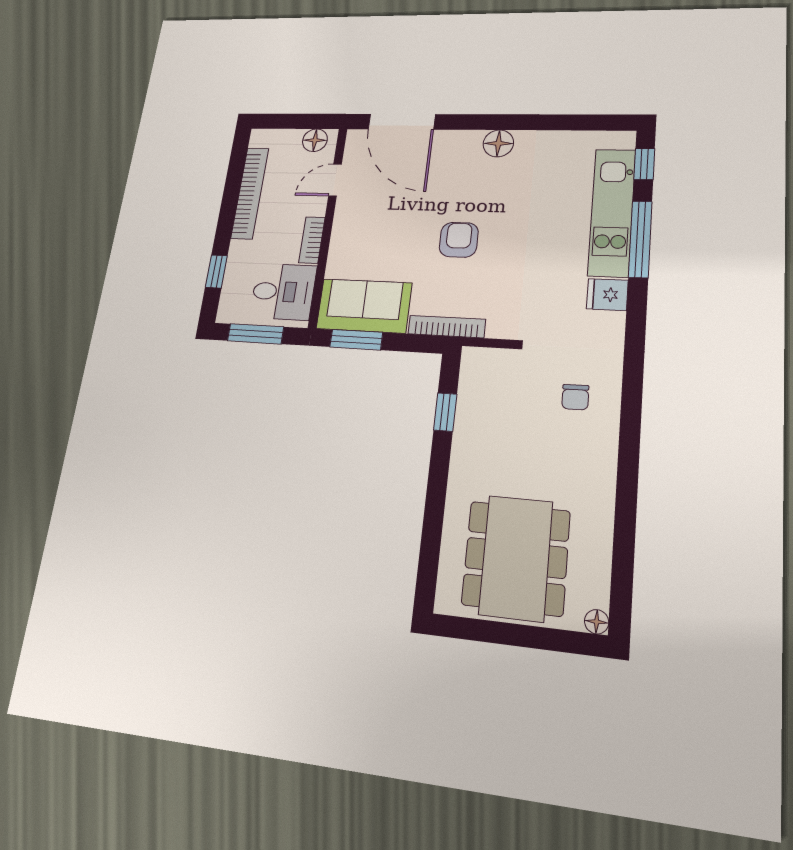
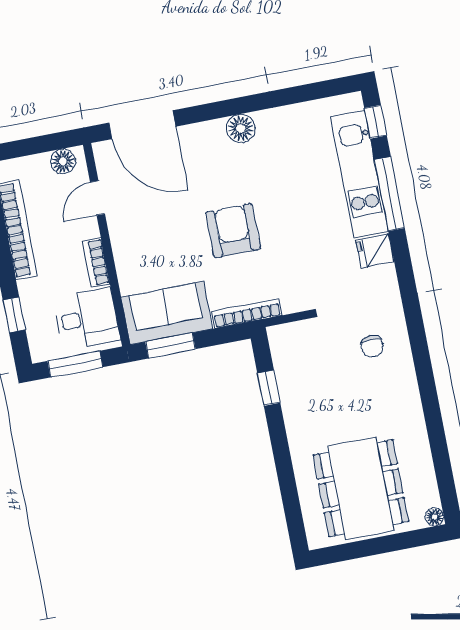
armchair: (459, 240) -> (233, 231), width x1.38, depth x1.38

